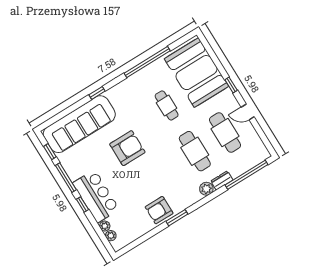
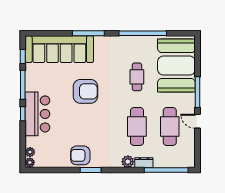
window: (231, 85) -> (198, 92), width x2.17
window: (97, 93) -> (88, 33), width x2.17
plant: (105, 226) -> (30, 162), moved

